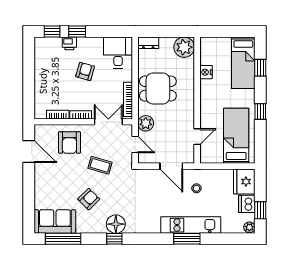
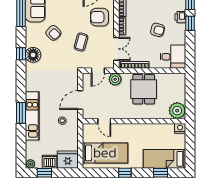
dresser: (148, 43) -> (181, 81), removed
nightstand: (206, 72) -> (180, 128), moved

